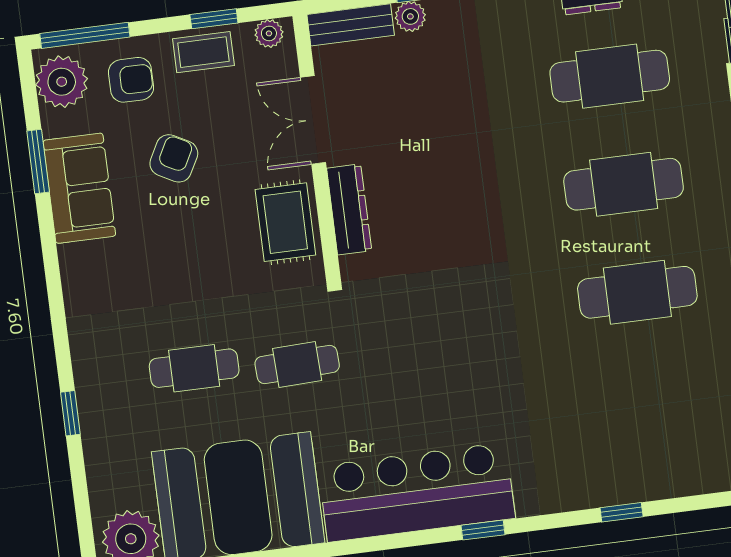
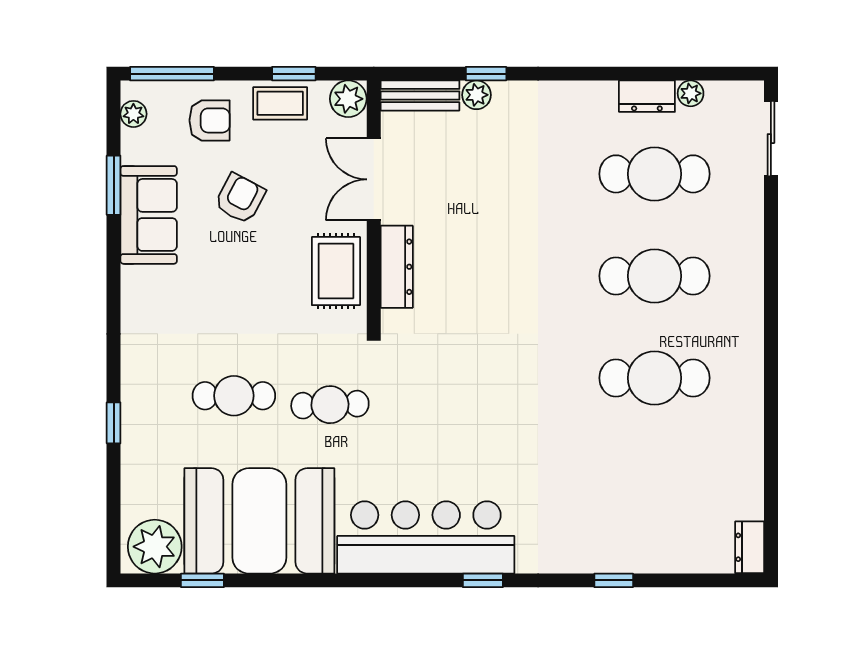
plant: (269, 33) -> (348, 99), width x1.38, depth x1.38
plant: (62, 82) -> (133, 114), width x0.53, depth x0.53

